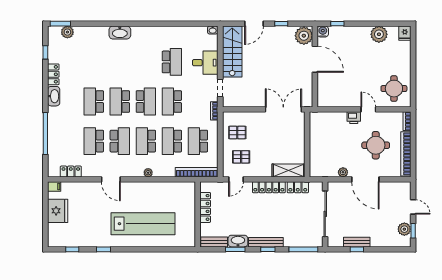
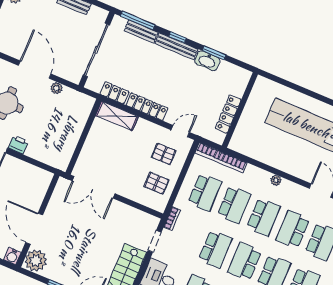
bench: (214, 242) -> (141, 32), moved

